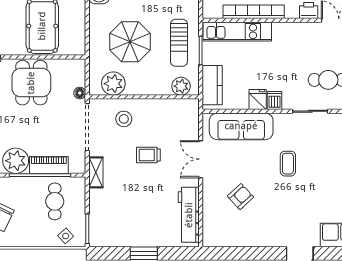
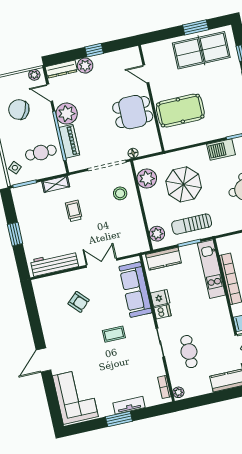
trolley: (148, 155) -> (74, 211), moved
shelving: (96, 172) -> (56, 184), moved

